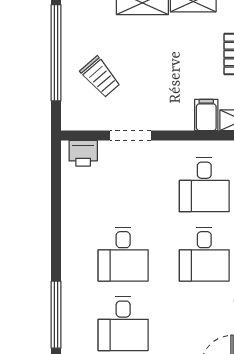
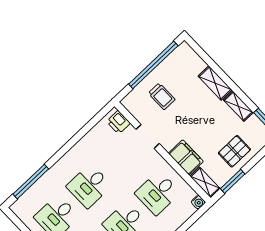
trolley: (100, 77) -> (162, 96), turned -49
filing cabinet: (206, 115) -> (186, 157), width x2.00

